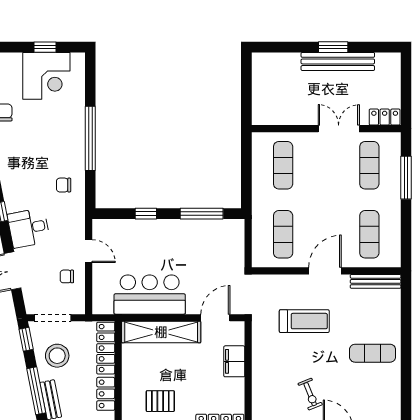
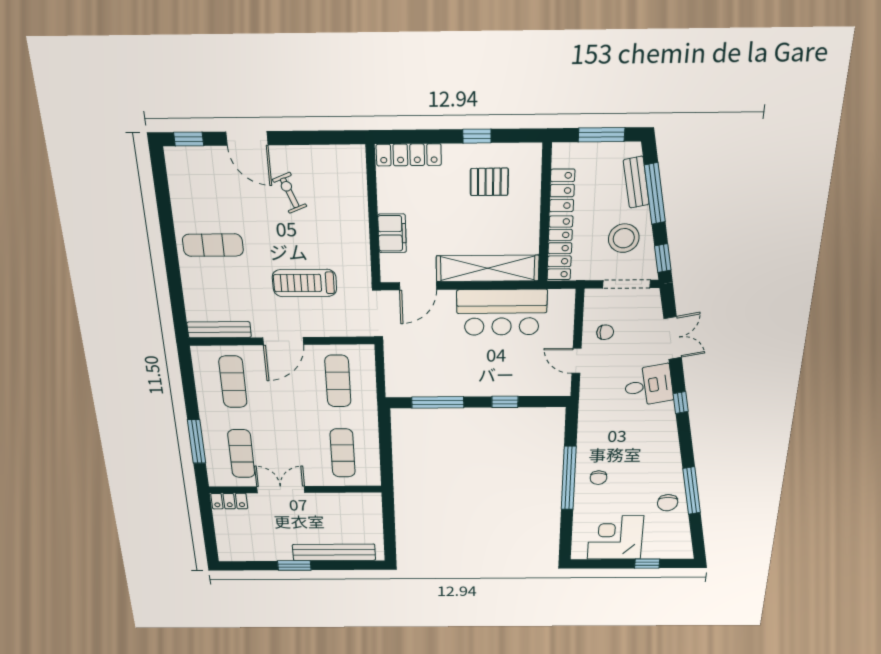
window: (45, 47) -> (647, 564), moved
bench: (338, 61) -> (334, 552), moved
double door: (339, 129) -> (281, 490), swing flipped
chair: (64, 185) -> (598, 478), moved, turned 90

